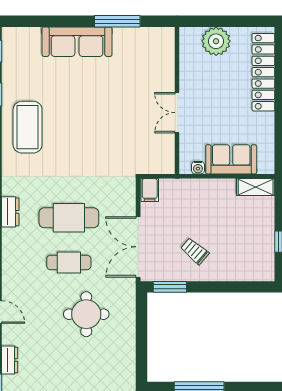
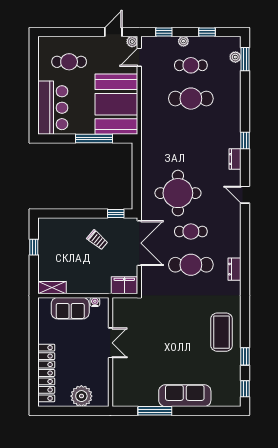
filing cabinet: (150, 190) -> (124, 285), width x2.00
window: (170, 287) -> (116, 213), width x0.67
round table: (86, 314) -> (178, 193), width x1.36, depth x1.36

